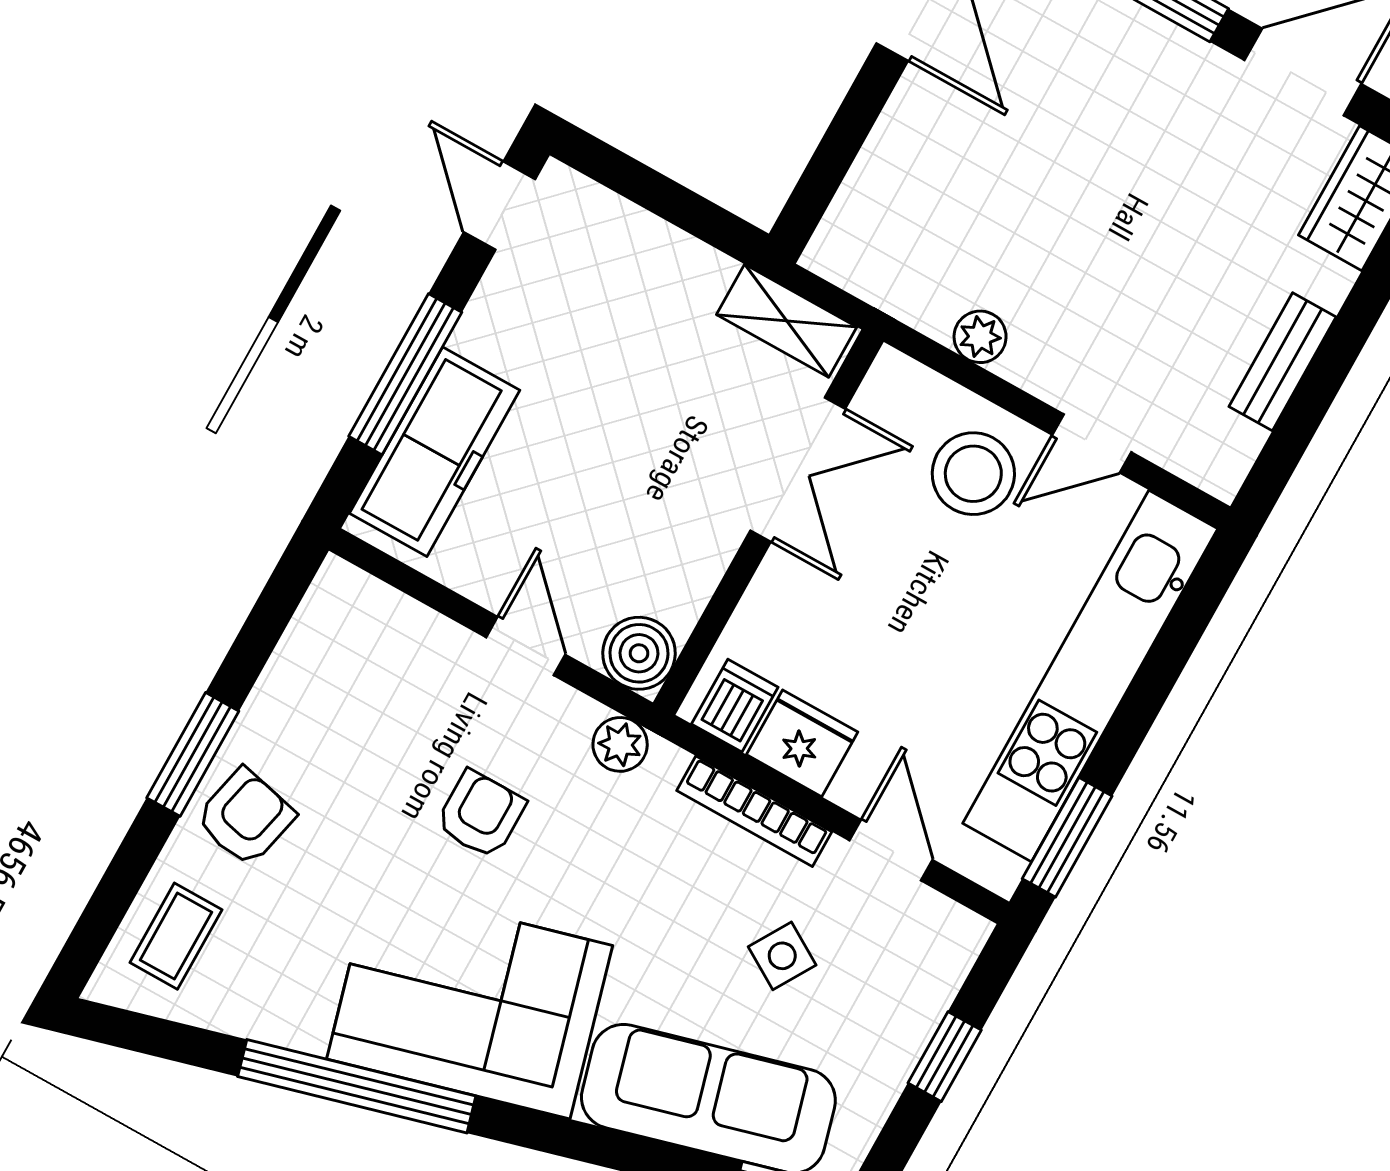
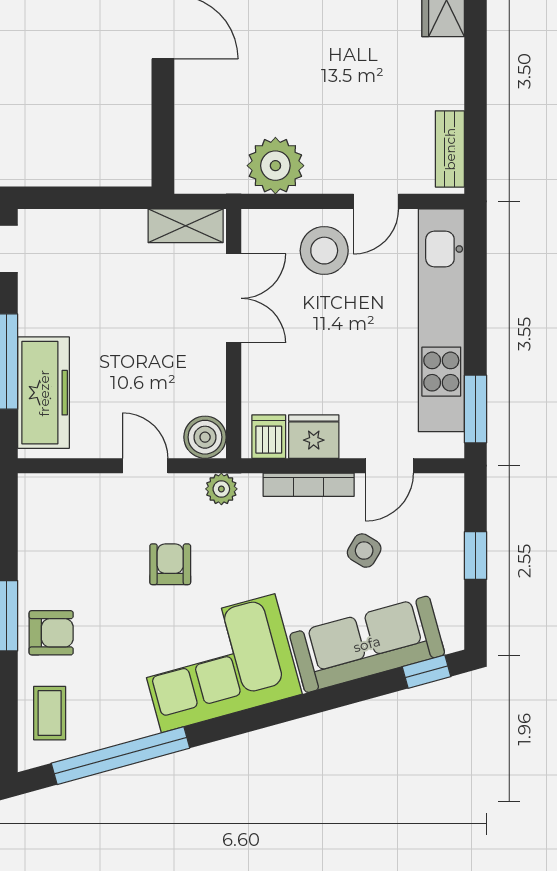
plant: (980, 337) -> (275, 166), width x1.87, depth x1.87
bench: (1283, 362) -> (450, 149), moved
armchair: (245, 817) -> (51, 633), turned 77
door: (891, 850) -> (389, 466), swing flipped
window: (357, 1086) -> (120, 756), moved

